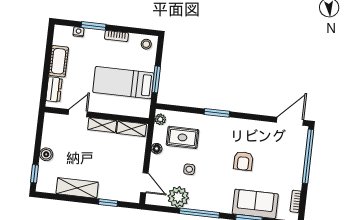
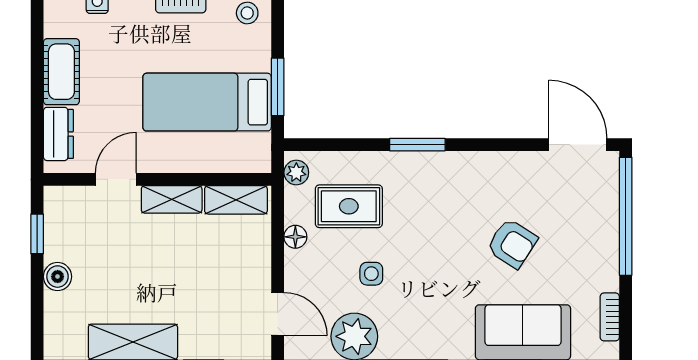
door: (290, 121) -> (578, 145), hinge flipped
armchair: (243, 161) -> (512, 243), moved, turned -57
window: (35, 174) -> (37, 234), moved

